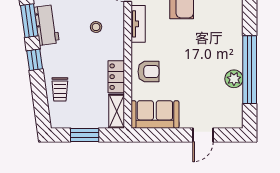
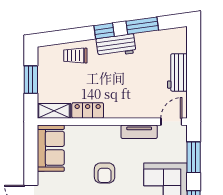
workbench: (47, 25) -> (116, 46), moved
stool: (96, 27) -> (136, 91), removed
armchair: (148, 72) -> (105, 173), moved

